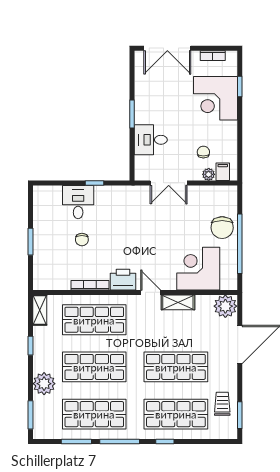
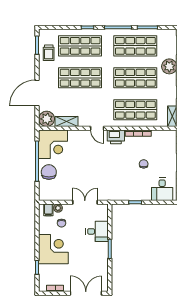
corner desk: (215, 98) -> (53, 249), moved
desk: (78, 202) -> (162, 189), moved
corner desk: (198, 269) -> (53, 144), moved
shelving: (178, 302) -> (66, 122), moved

